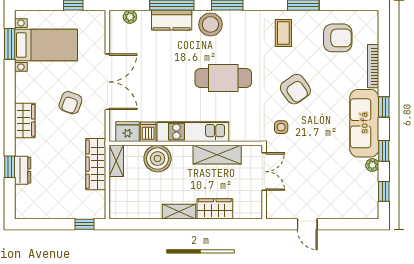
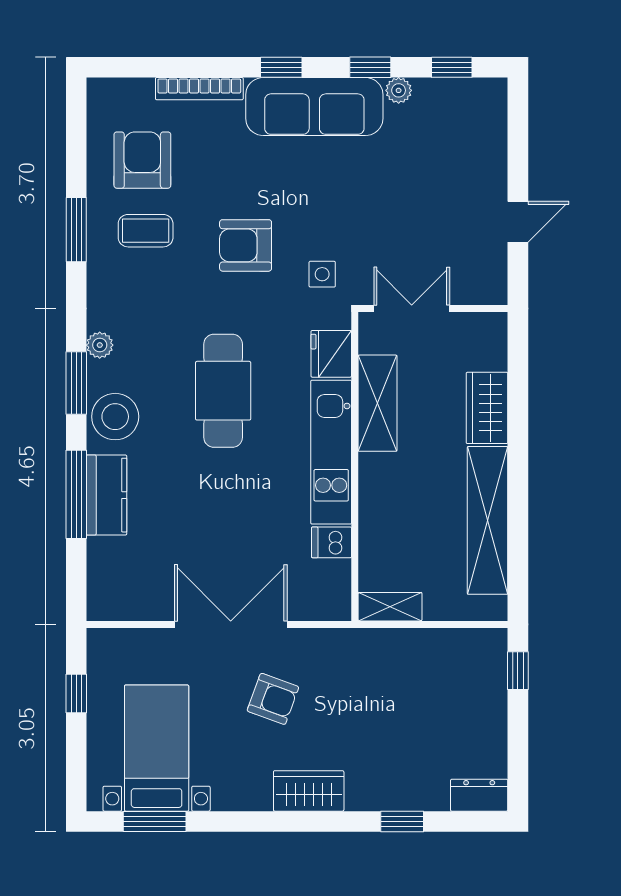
plant: (130, 17) -> (100, 345), moved
coffee table: (283, 33) -> (146, 231), moved
armchair: (295, 89) -> (246, 245), turned -145
fridge: (127, 132) -> (331, 354), moved
boiler: (158, 159) -> (385, 523), removed
wardrobe: (96, 164) -> (397, 648), removed
dresser: (23, 170) -> (479, 795), moved
shelving: (179, 212) -> (488, 520), width x2.20, depth x1.33

